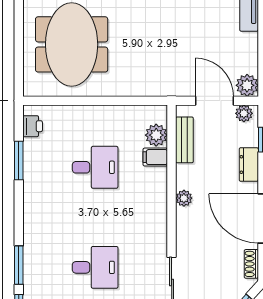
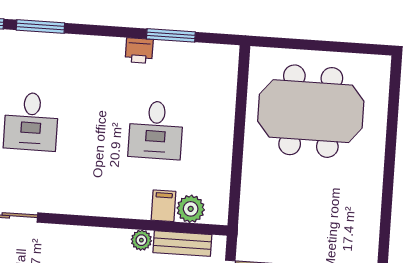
printer: (33, 126) -> (139, 51), moved
plant: (184, 198) -> (141, 240), moved

